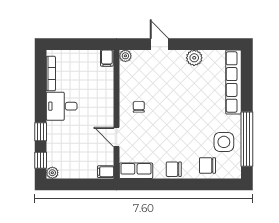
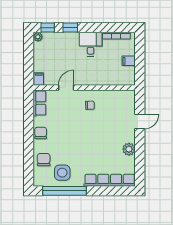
plant: (125, 56) -> (130, 95), removed
filing cabinet: (107, 58) -> (129, 61), moved

